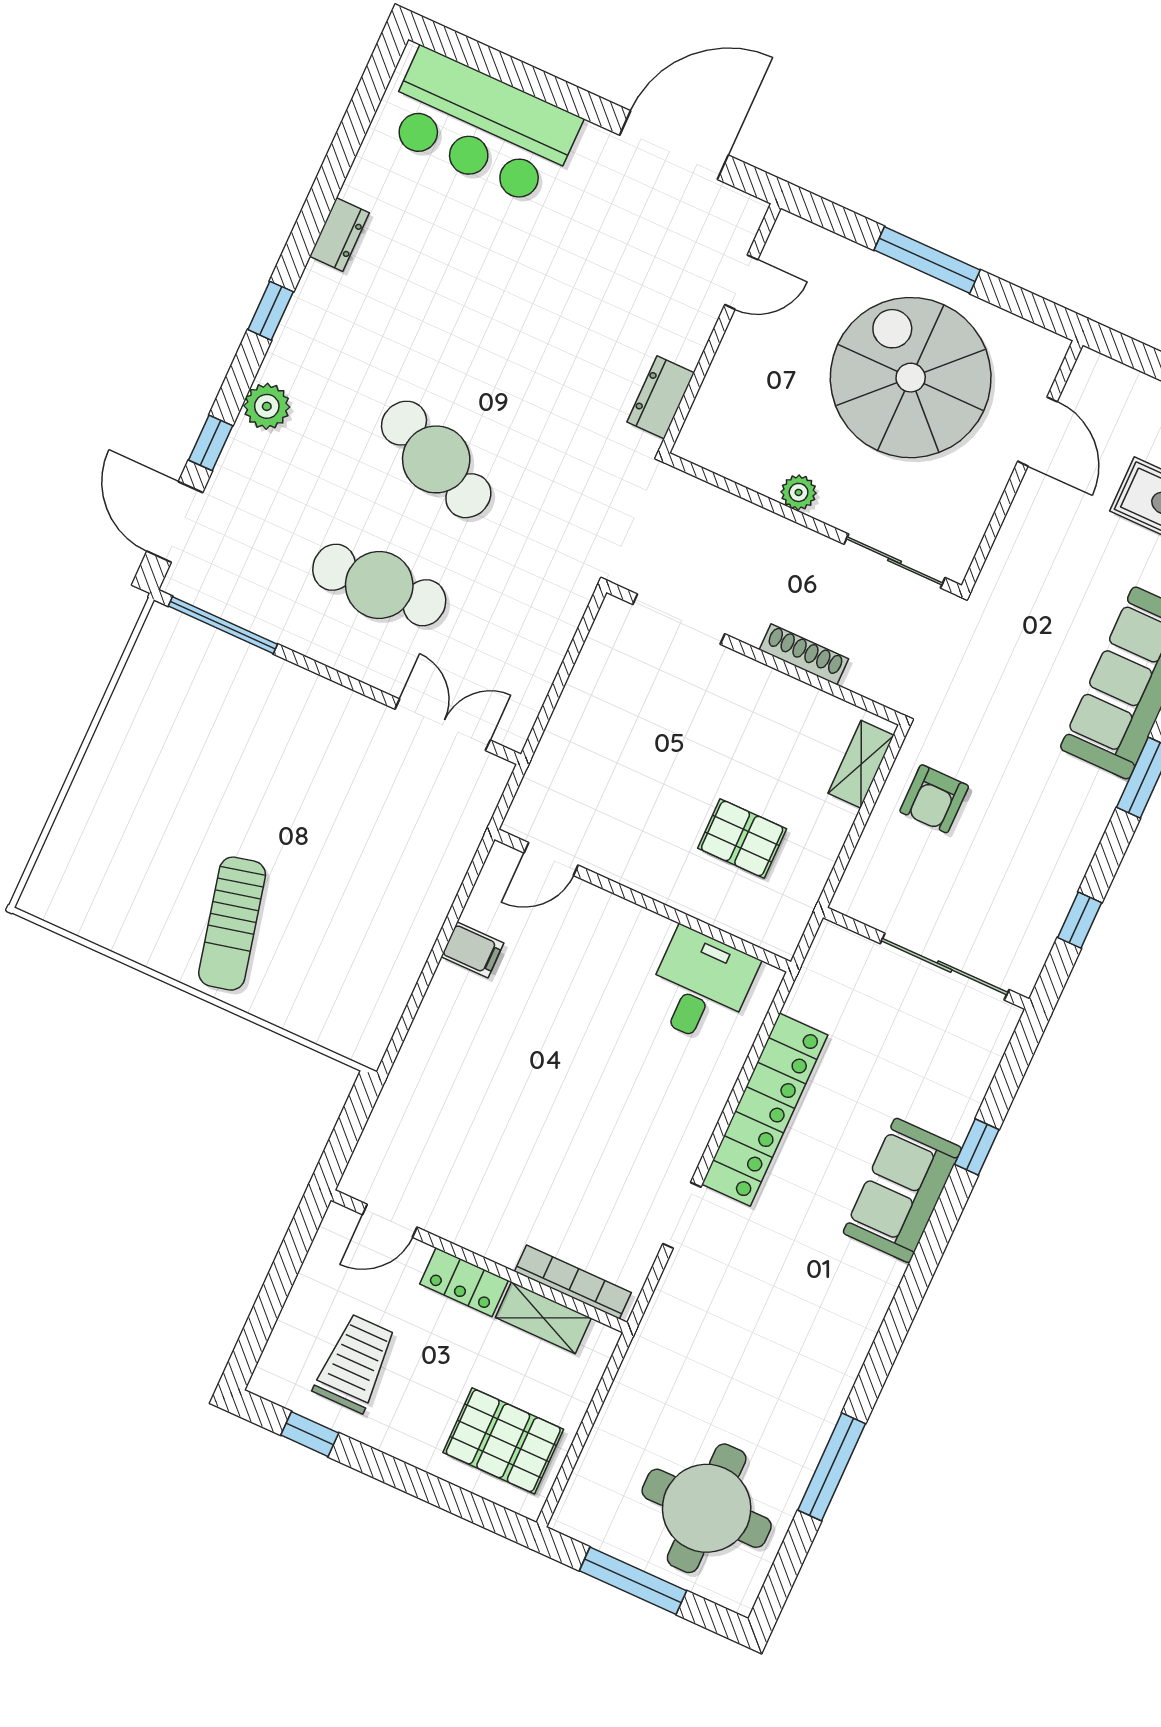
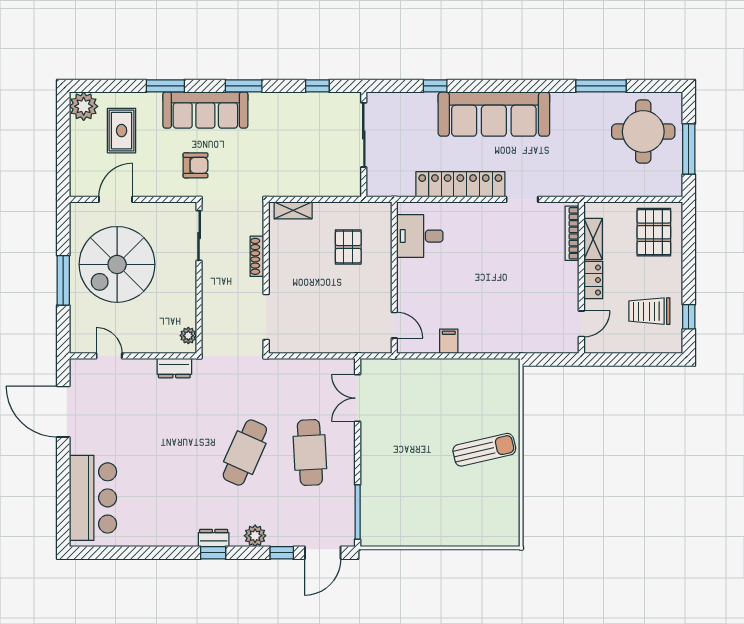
dresser: (339, 235) -> (214, 538), moved
plant: (799, 492) -> (188, 336), moved
armchair: (934, 799) -> (195, 165), moved
sofa: (902, 1190) -> (494, 114), width x1.85, depth x1.27
door: (390, 1221) -> (581, 324), hinge flipped

